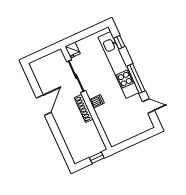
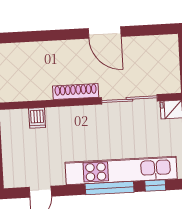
window: (136, 79) -> (110, 188), moved
dishwasher: (97, 101) -> (37, 118), moved

